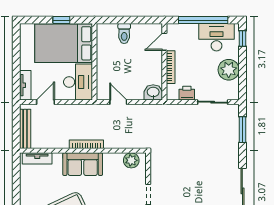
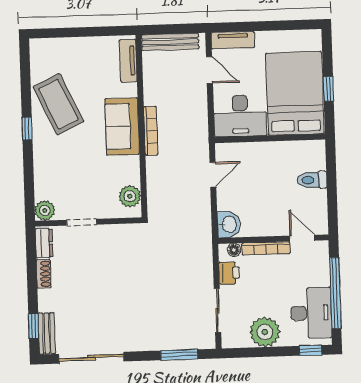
floor lamp: (171, 89) -> (234, 250), added

